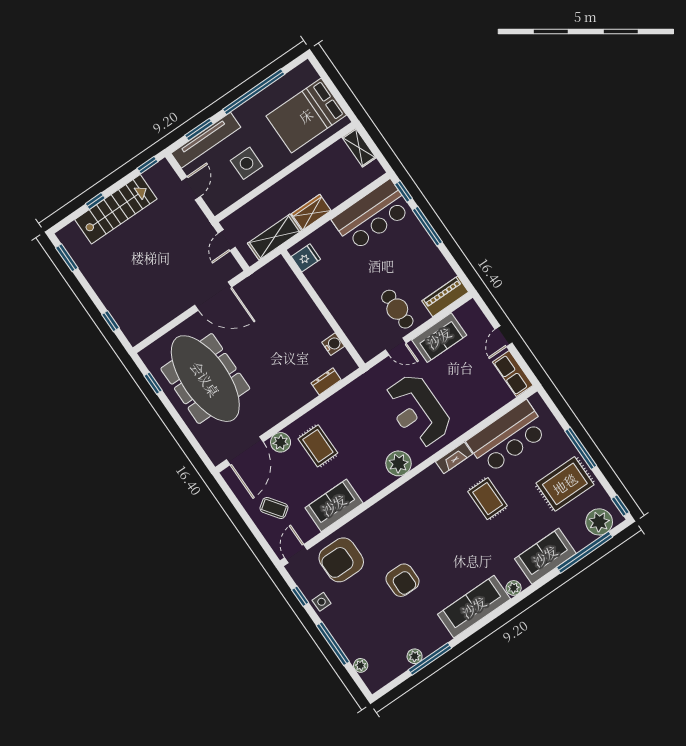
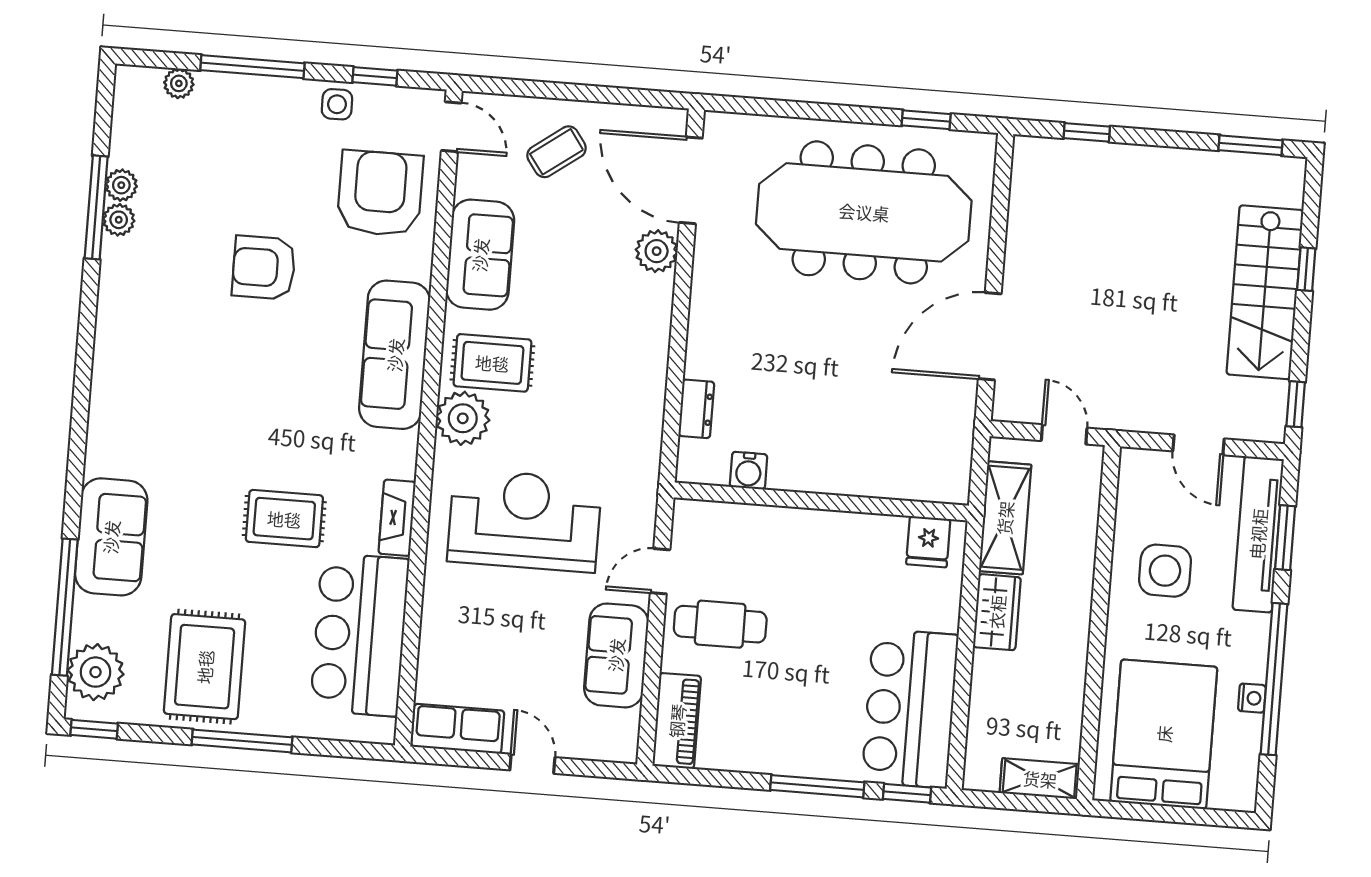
nightstand: (267, 94) -> (1252, 698), added
rug: (318, 446) -> (492, 363), moved
plant: (514, 588) -> (119, 220), moved
sofa: (474, 607) -> (395, 355), moved, turned 180

